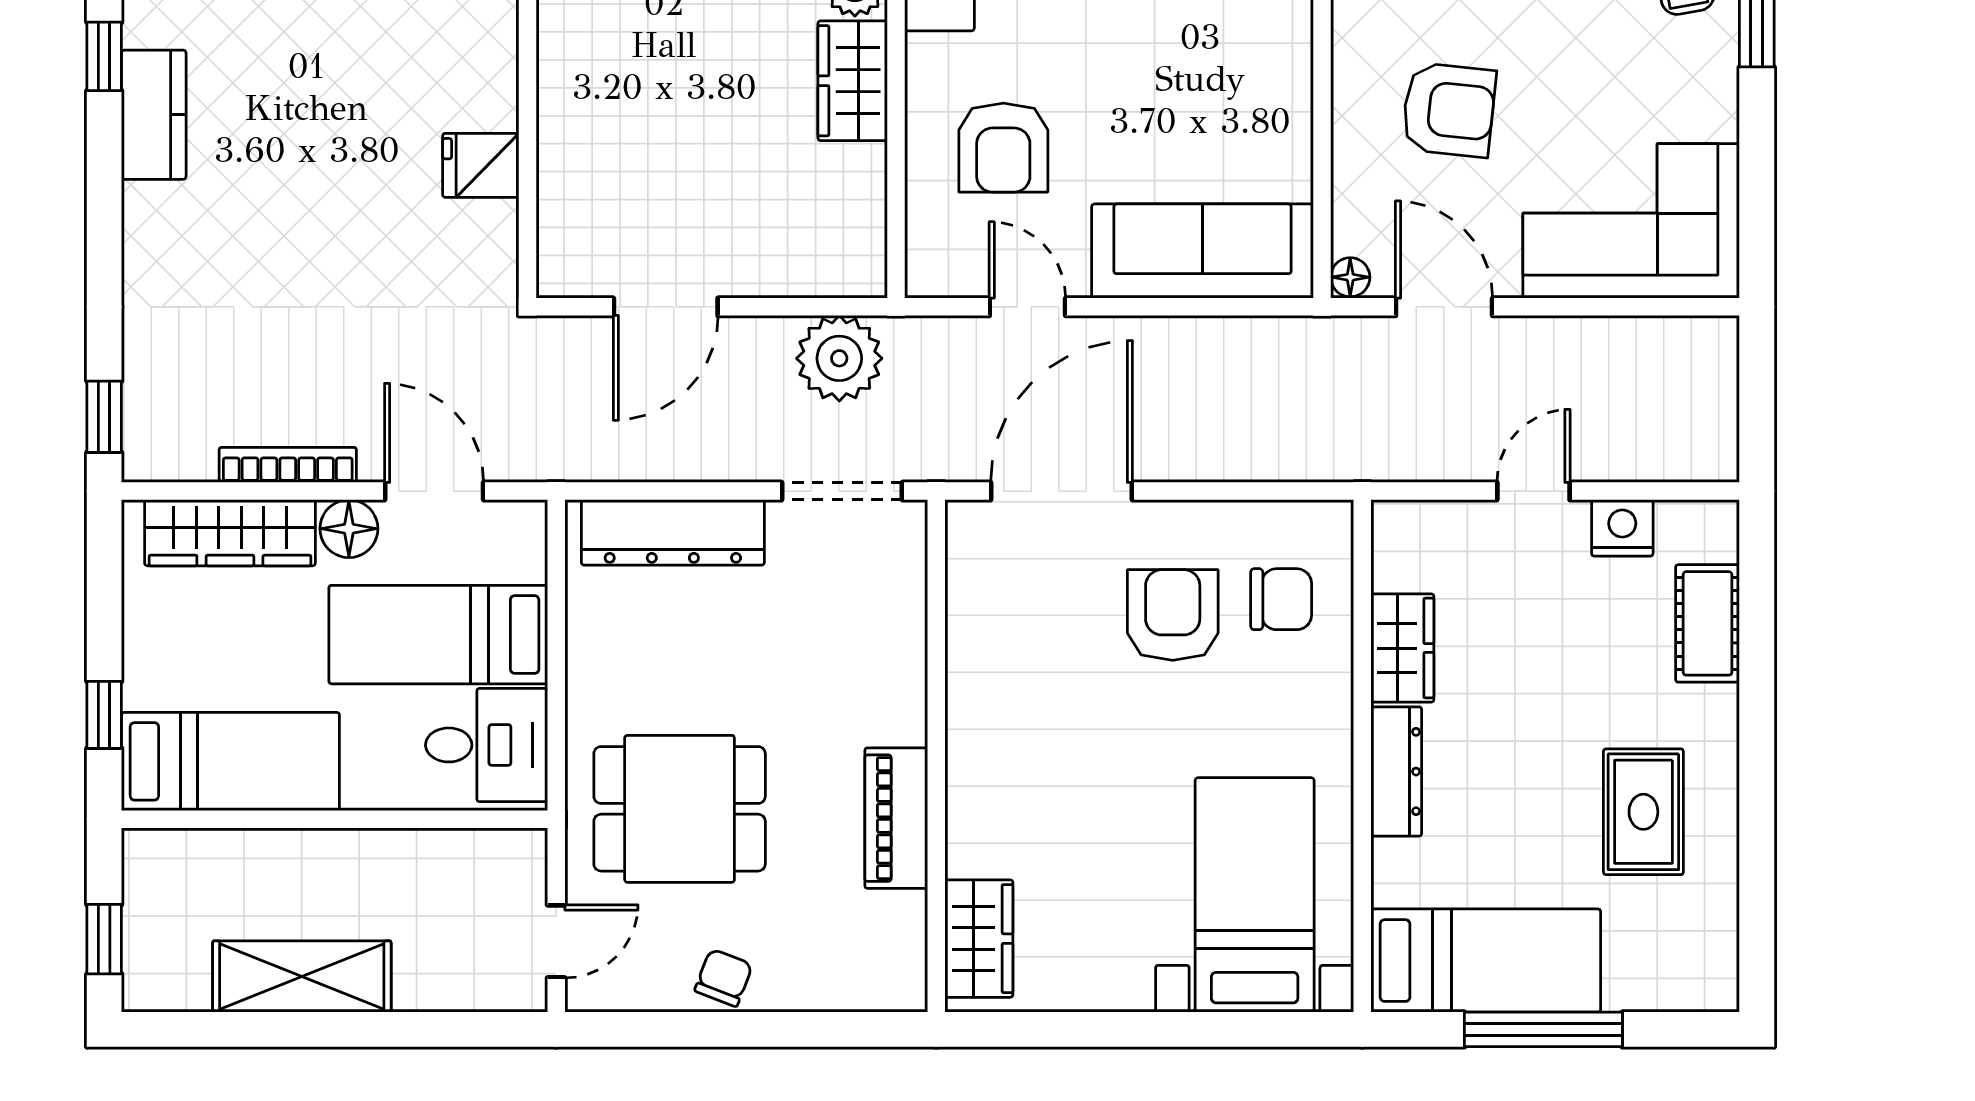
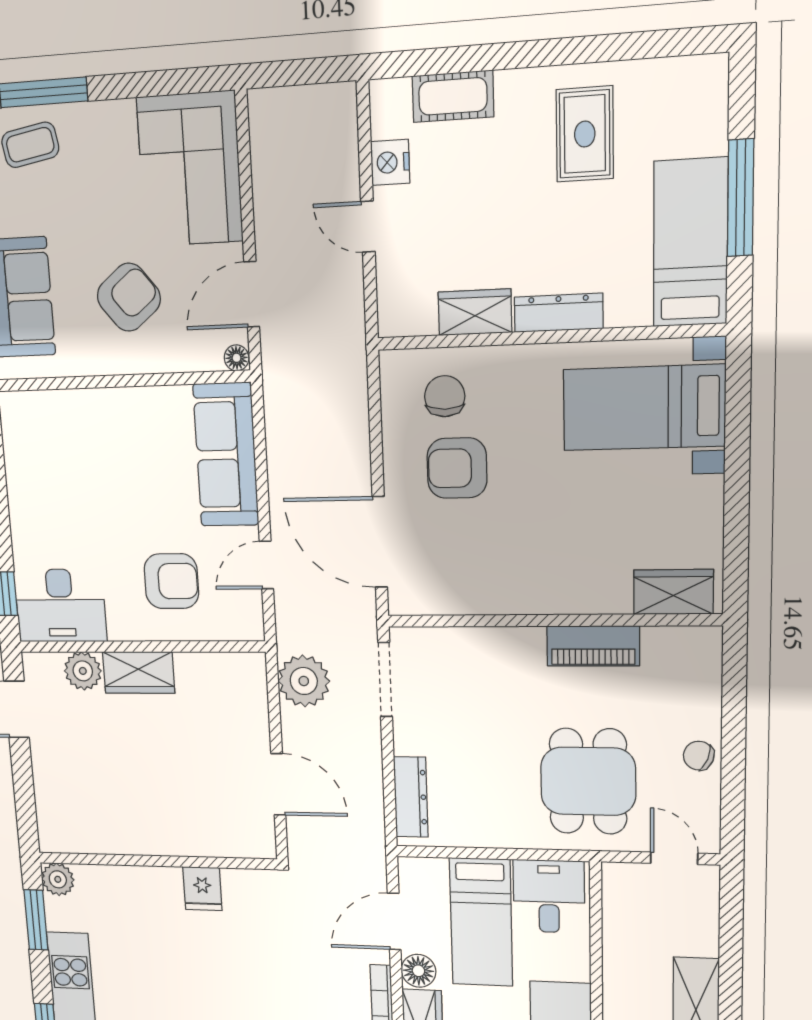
armchair: (1449, 110) -> (129, 297), turned 45
dresser: (673, 532) -> (411, 797), width x0.73, depth x0.80
rug: (1643, 812) -> (585, 134), turned 90

